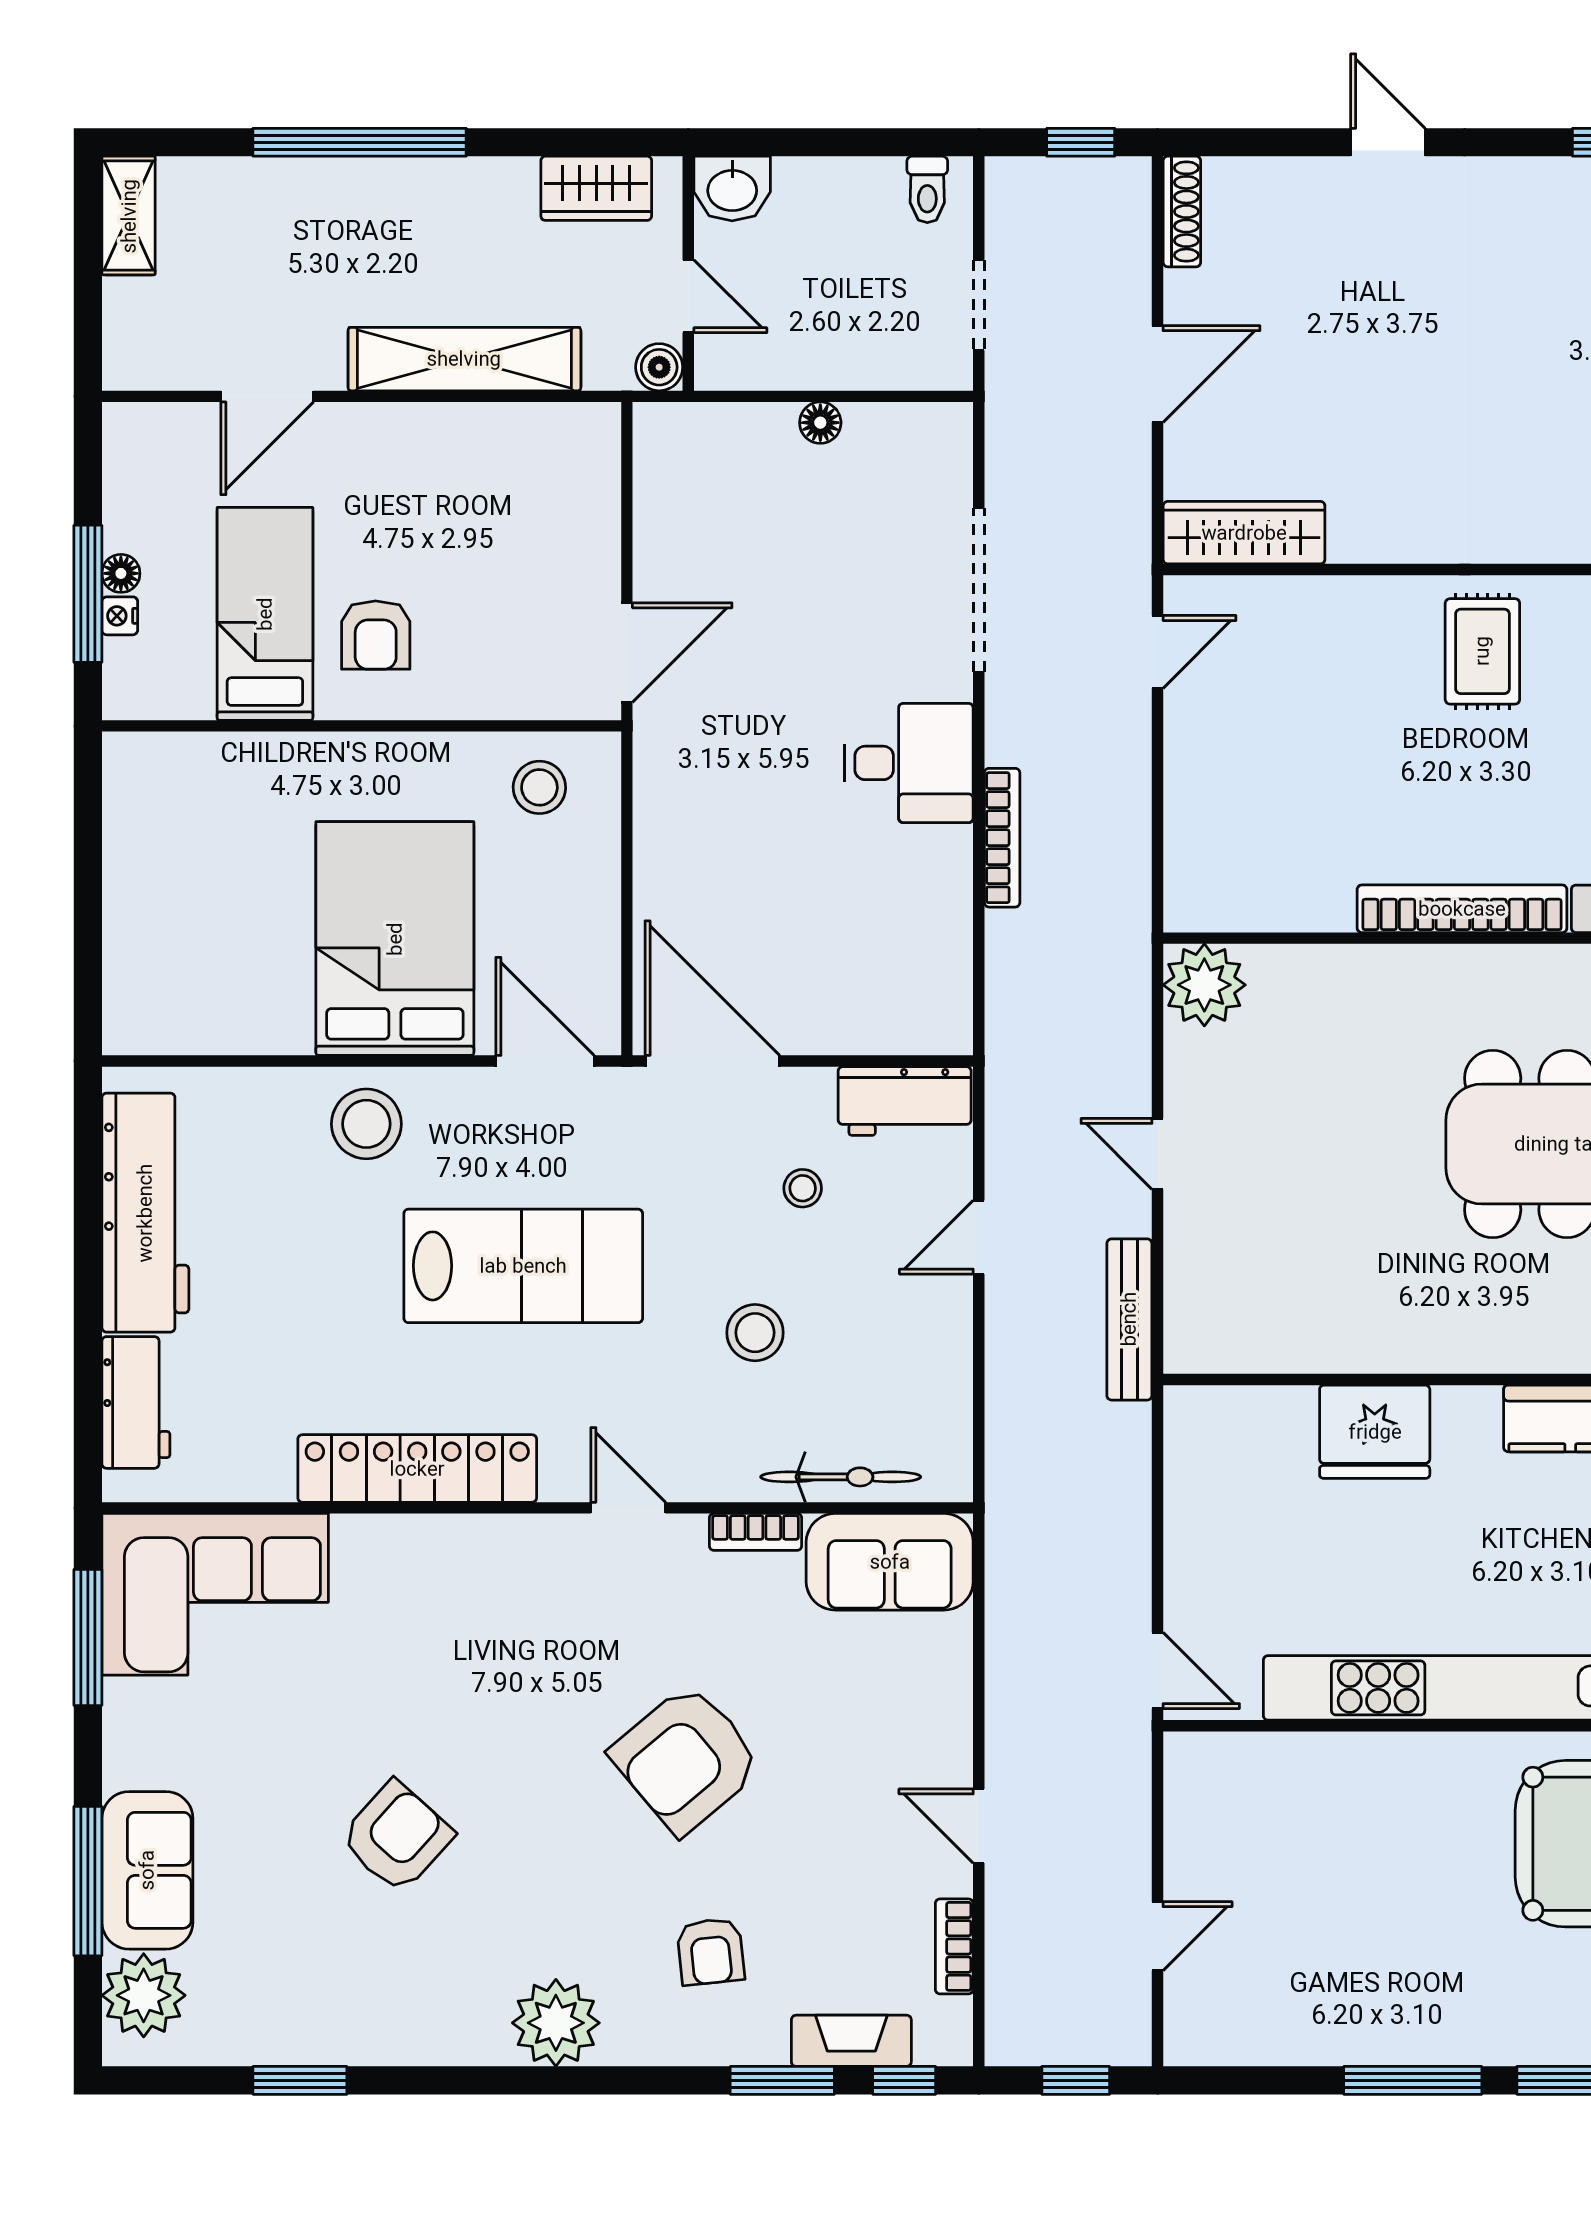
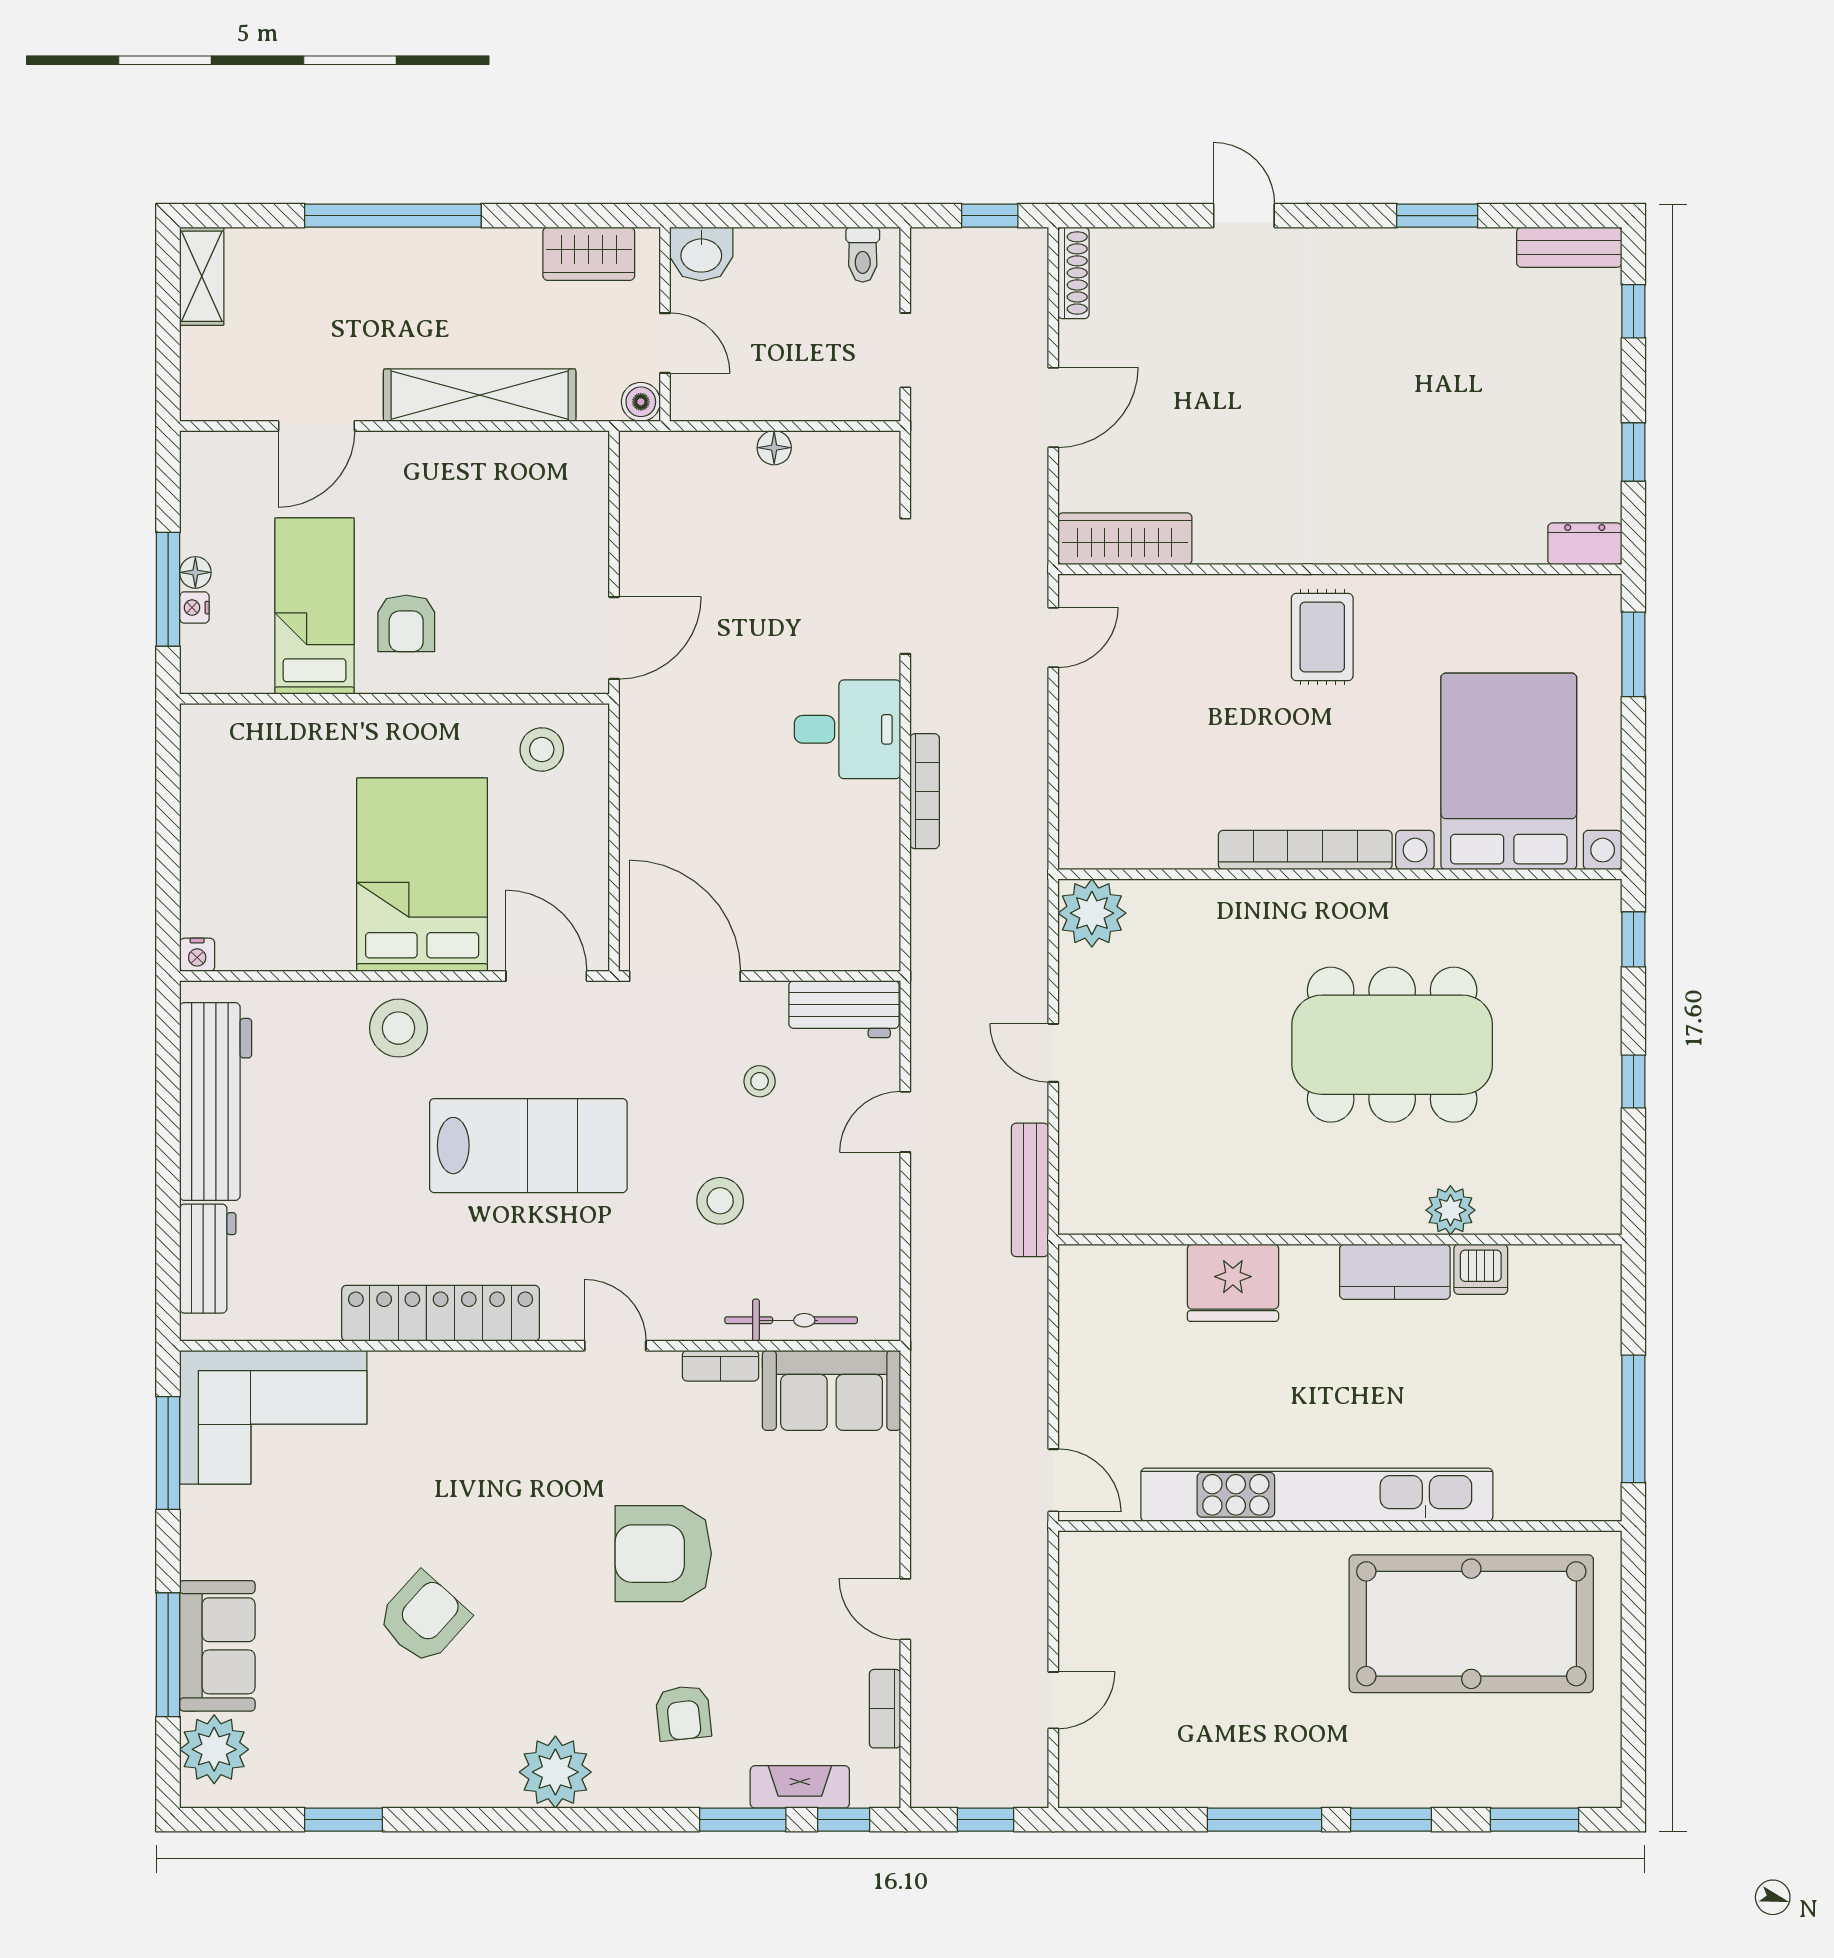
nightstand: (123, 1035) -> (197, 955), added
armchair: (686, 1759) -> (663, 1554), turned 40

